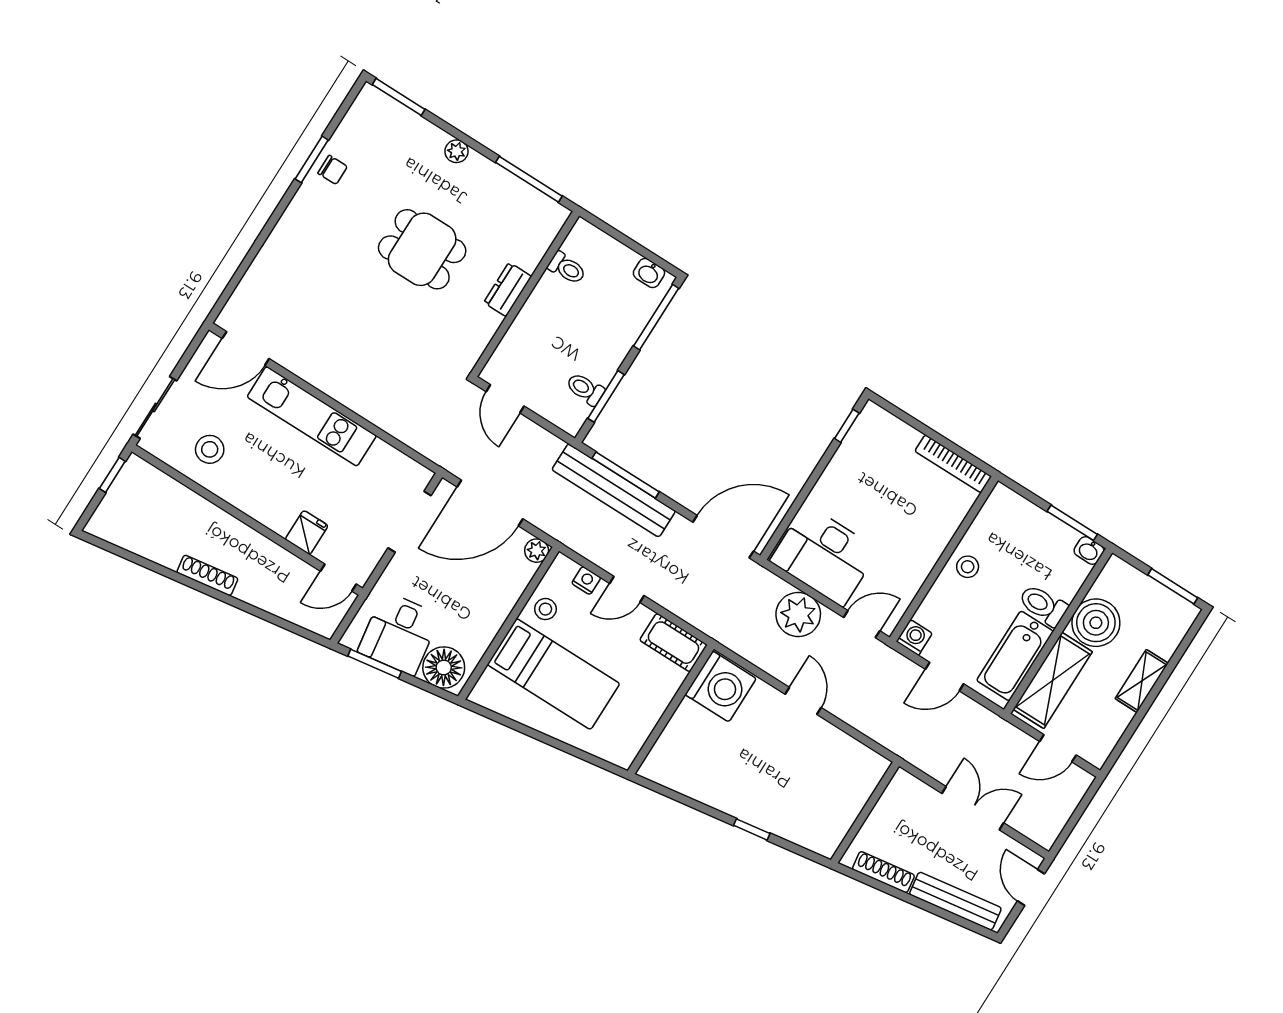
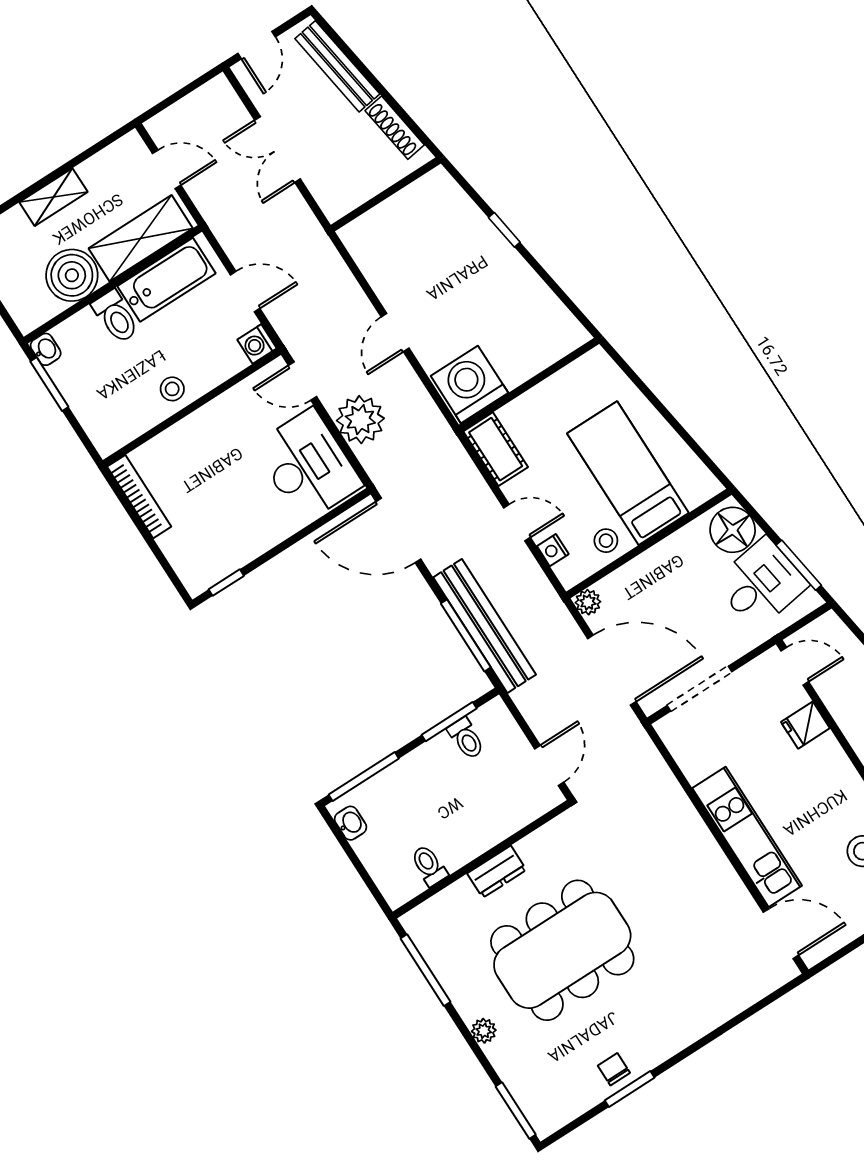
dining table: (422, 249) -> (562, 950), width x1.88, depth x1.24

